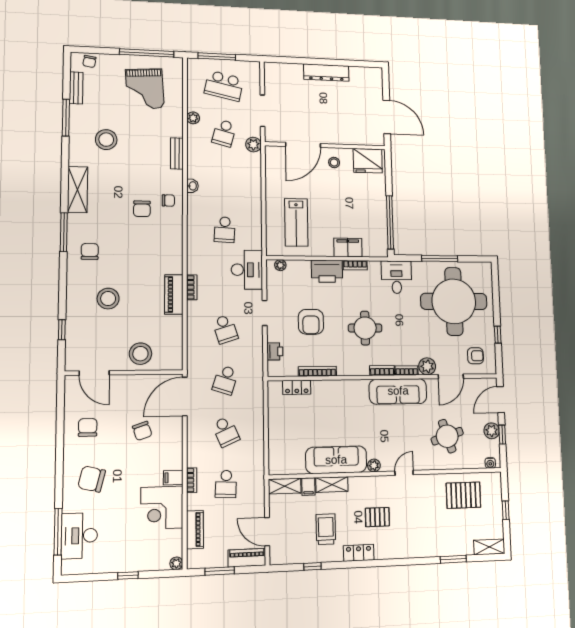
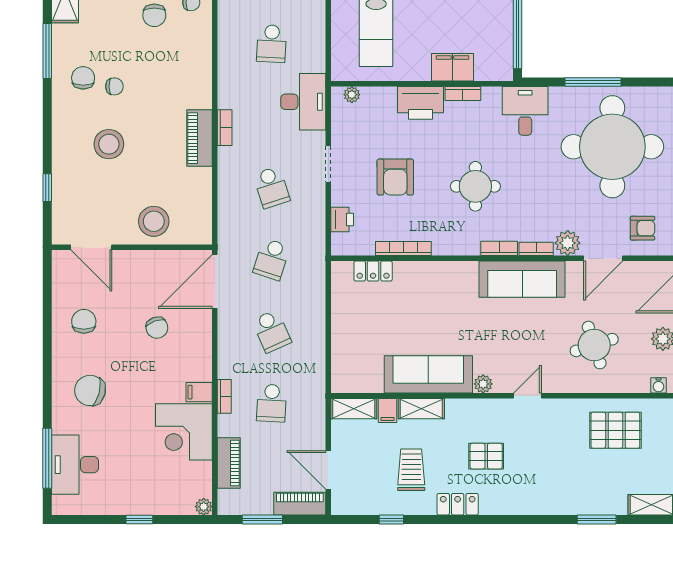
chair: (113, 258) -> (114, 86), added

